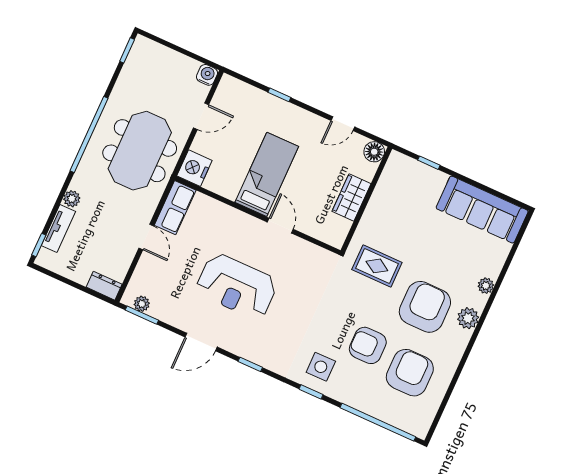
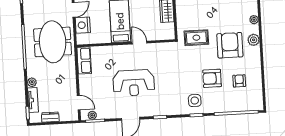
nightstand: (194, 168) -> (83, 25), moved
door: (146, 237) -> (79, 103), moved
dresser: (104, 286) -> (50, 117), moved
armchair: (410, 373) -> (239, 81), width x0.53, depth x0.53

